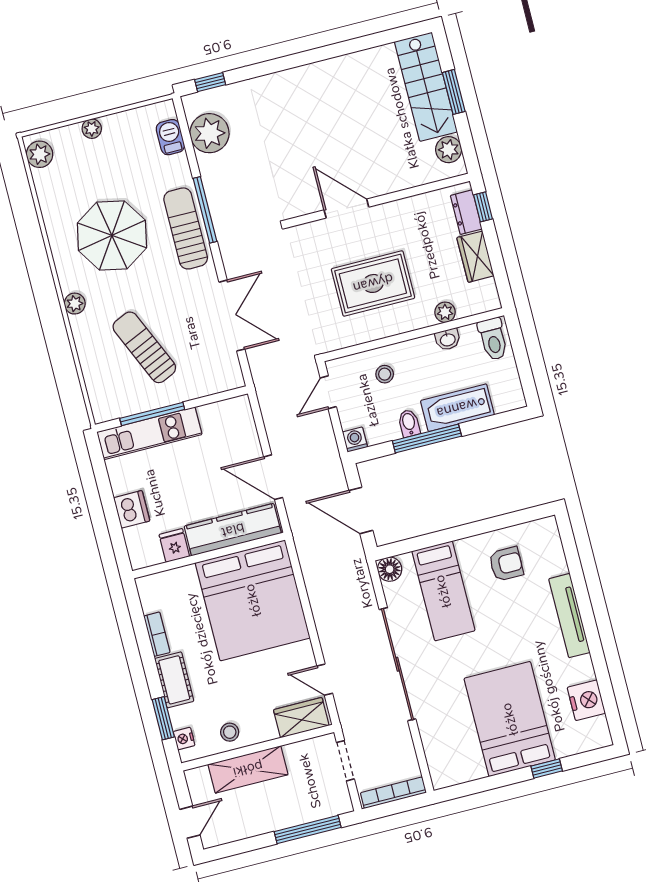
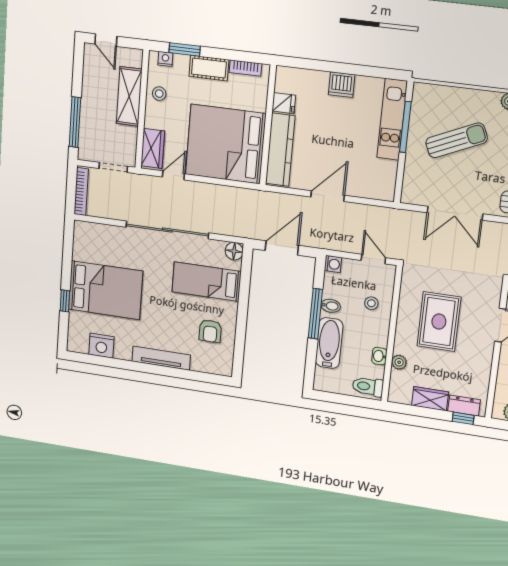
kitchen counter: (233, 530) -> (280, 150), moved
fridge: (174, 545) -> (284, 103), moved
wall: (209, 556) -> (268, 125), moved
bed: (253, 600) -> (226, 144), moved

